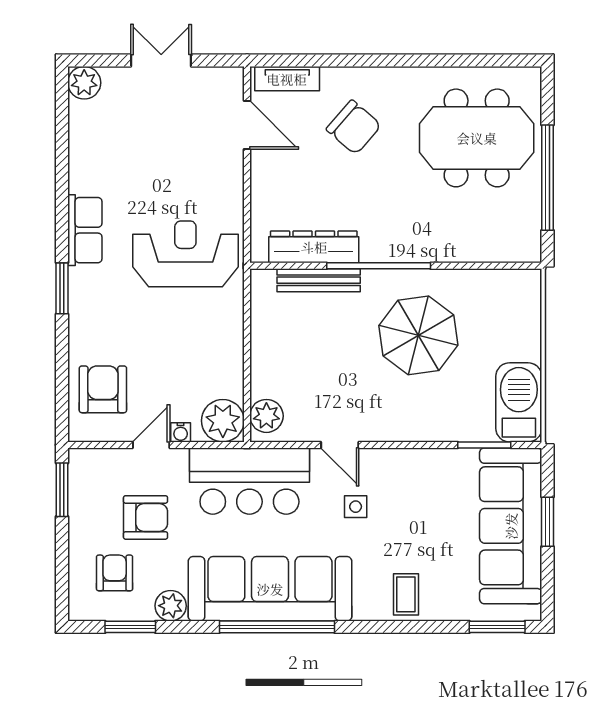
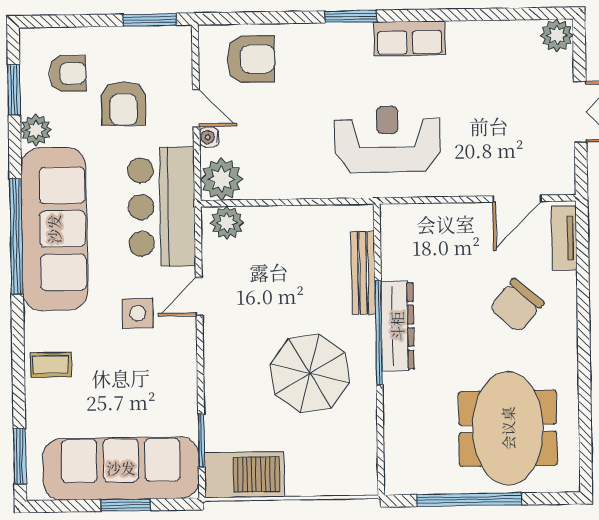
dresser: (314, 247) -> (397, 326), moved
reception desk: (185, 254) -> (387, 139), turned -90
side table: (356, 507) -> (138, 313), width x1.37, depth x1.37

